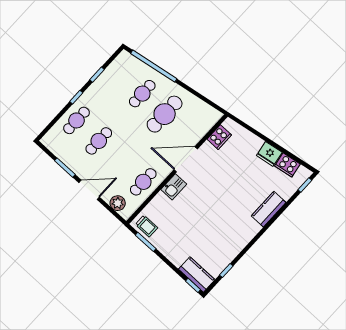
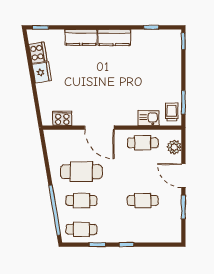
cafe table: (76, 120) -> (81, 229), moved
kitchen sink: (174, 187) -> (149, 118), moved
kitchen counter: (197, 274) -> (114, 37), moved, turned -90

